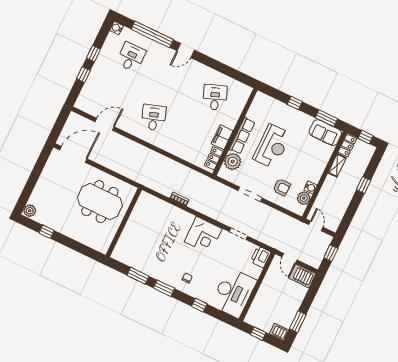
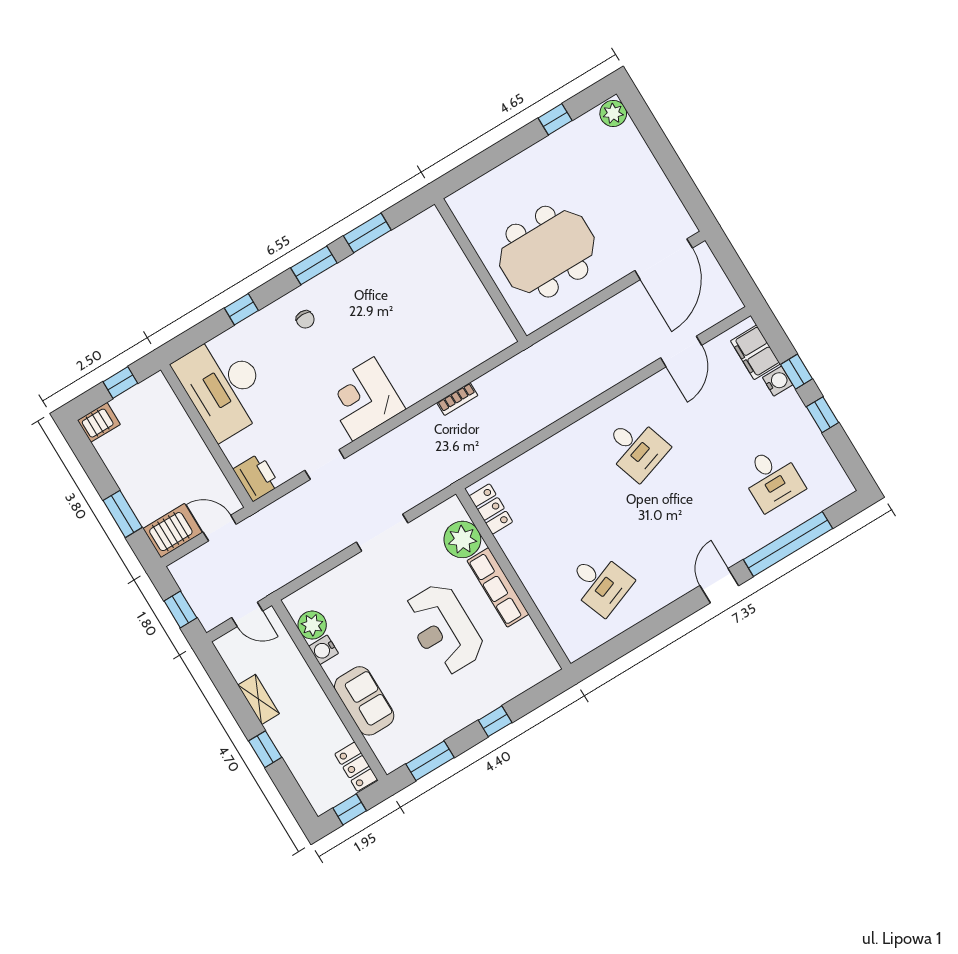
water cooler: (117, 28) -> (778, 381), moved
sofa: (325, 133) -> (364, 701), moved, turned 90
filing cabinet: (222, 137) -> (755, 352), moved, turned 180
shelving: (337, 165) -> (259, 699), moved
armchair: (282, 187) -> (358, 598), removed
window: (298, 322) -> (123, 514), moved

